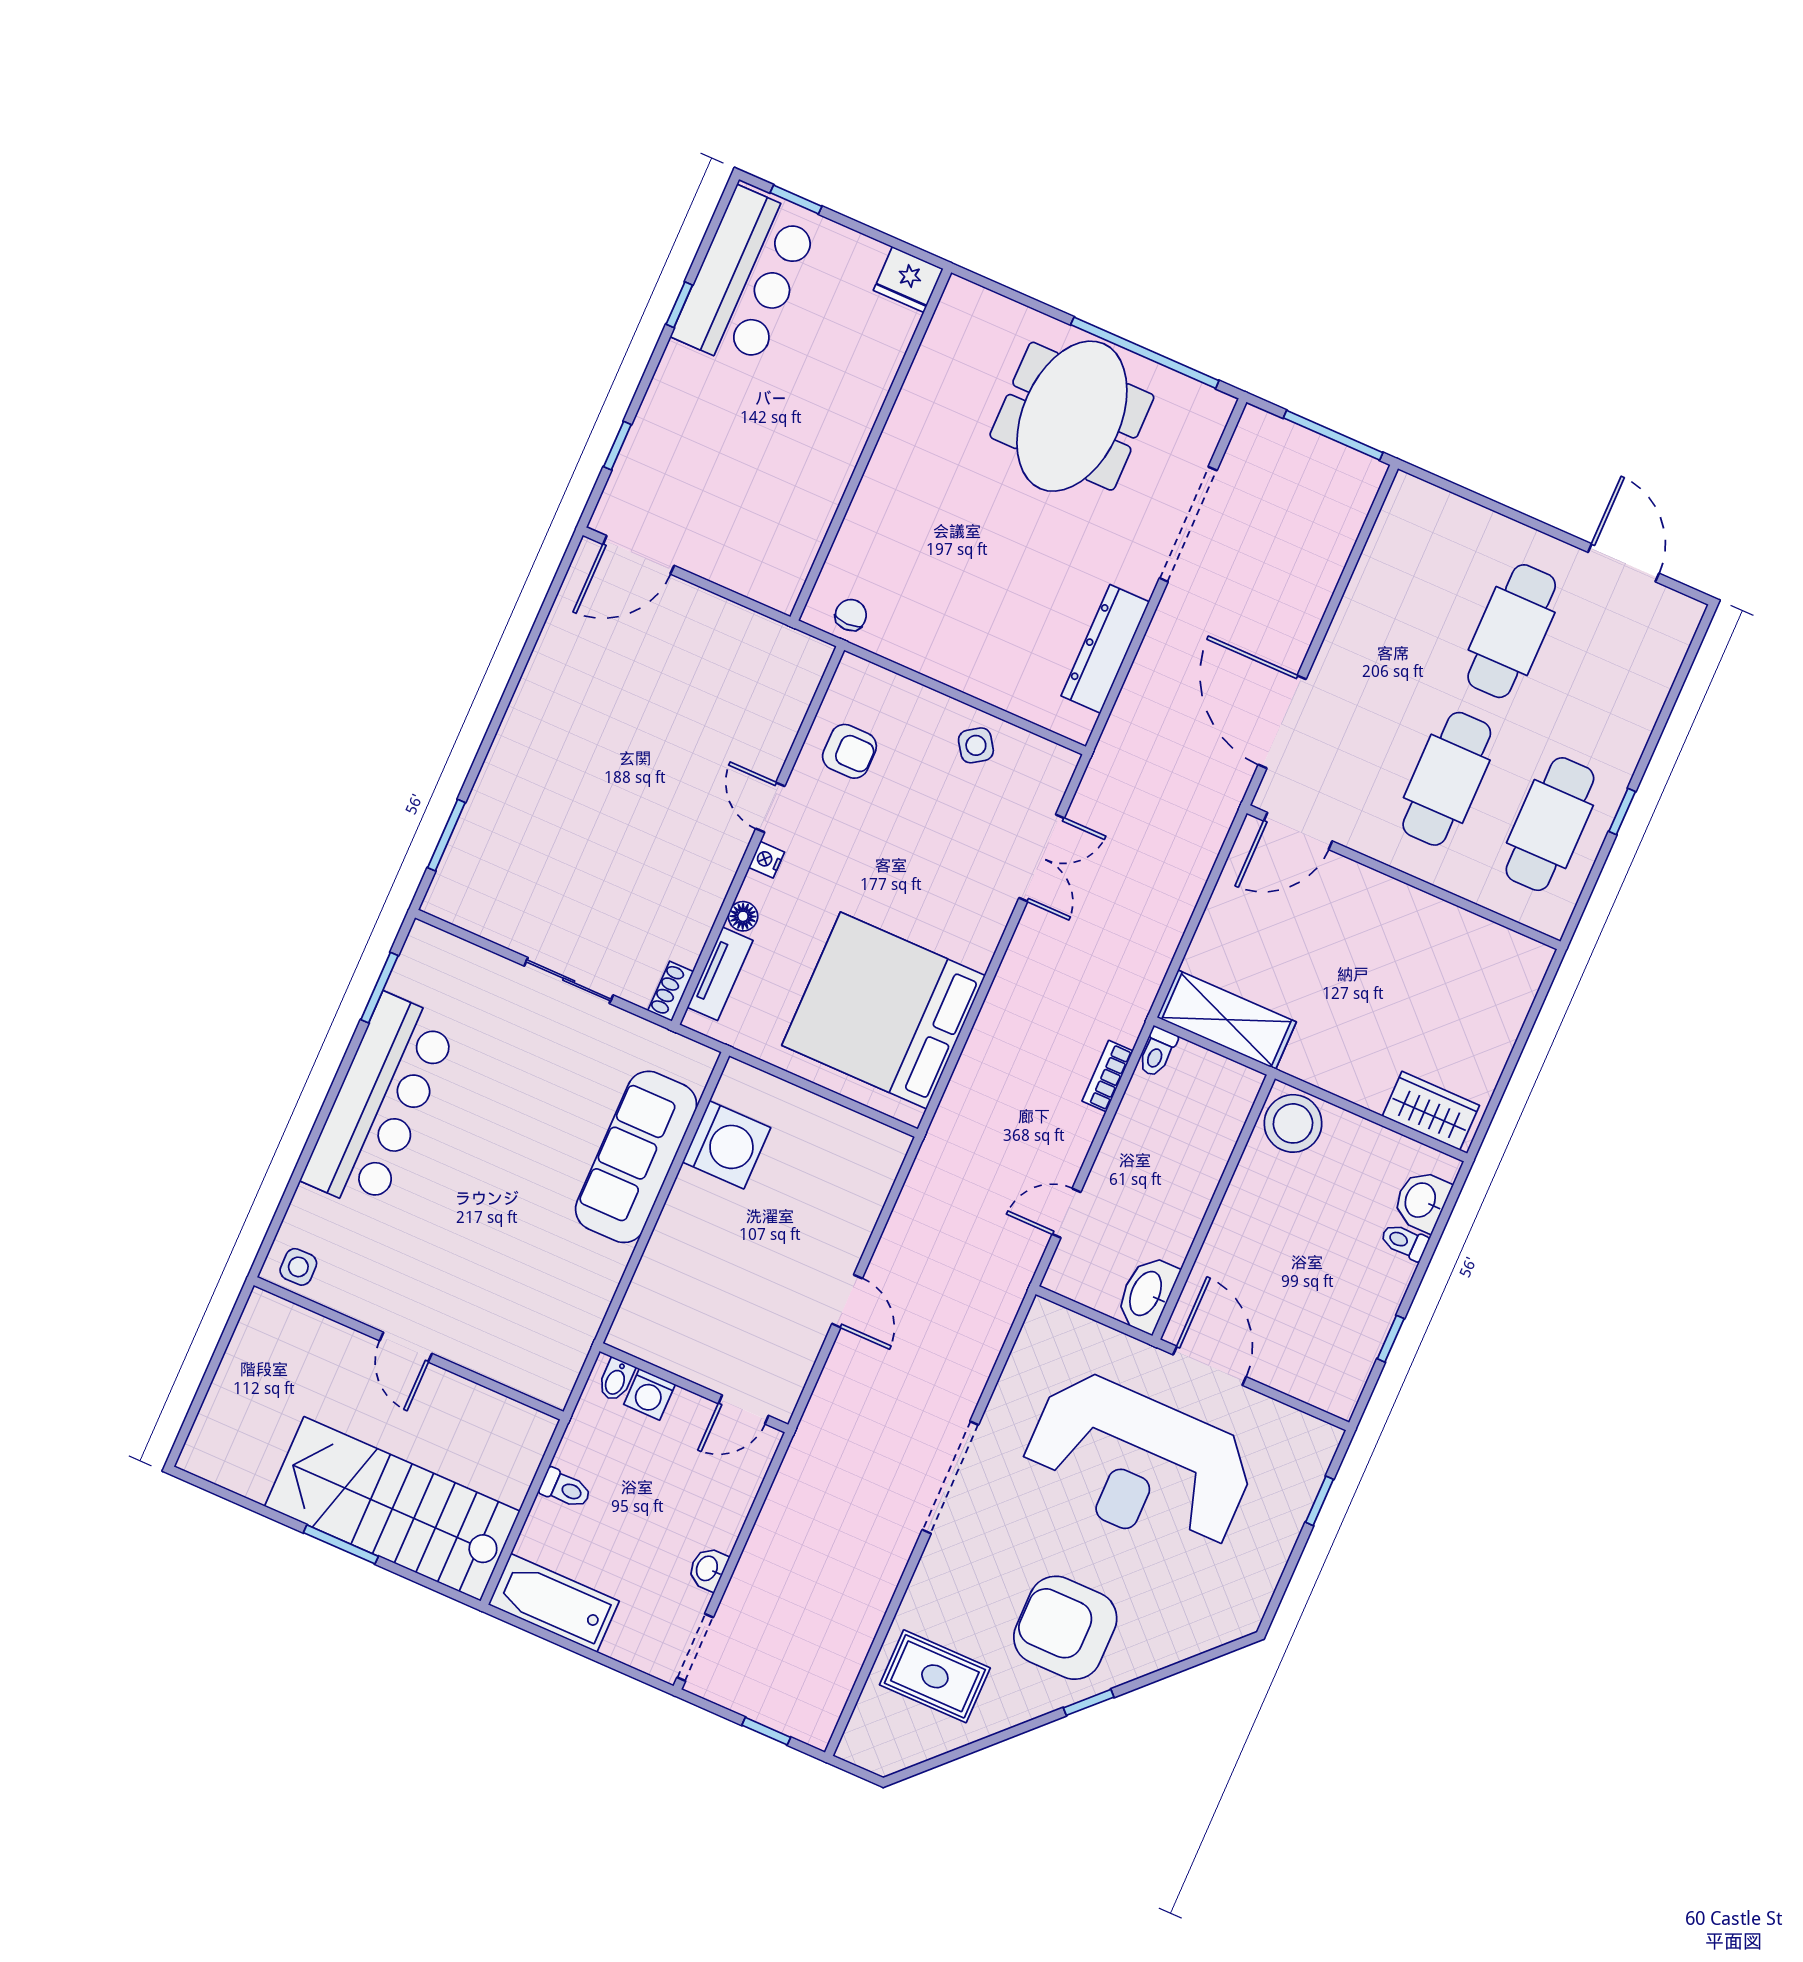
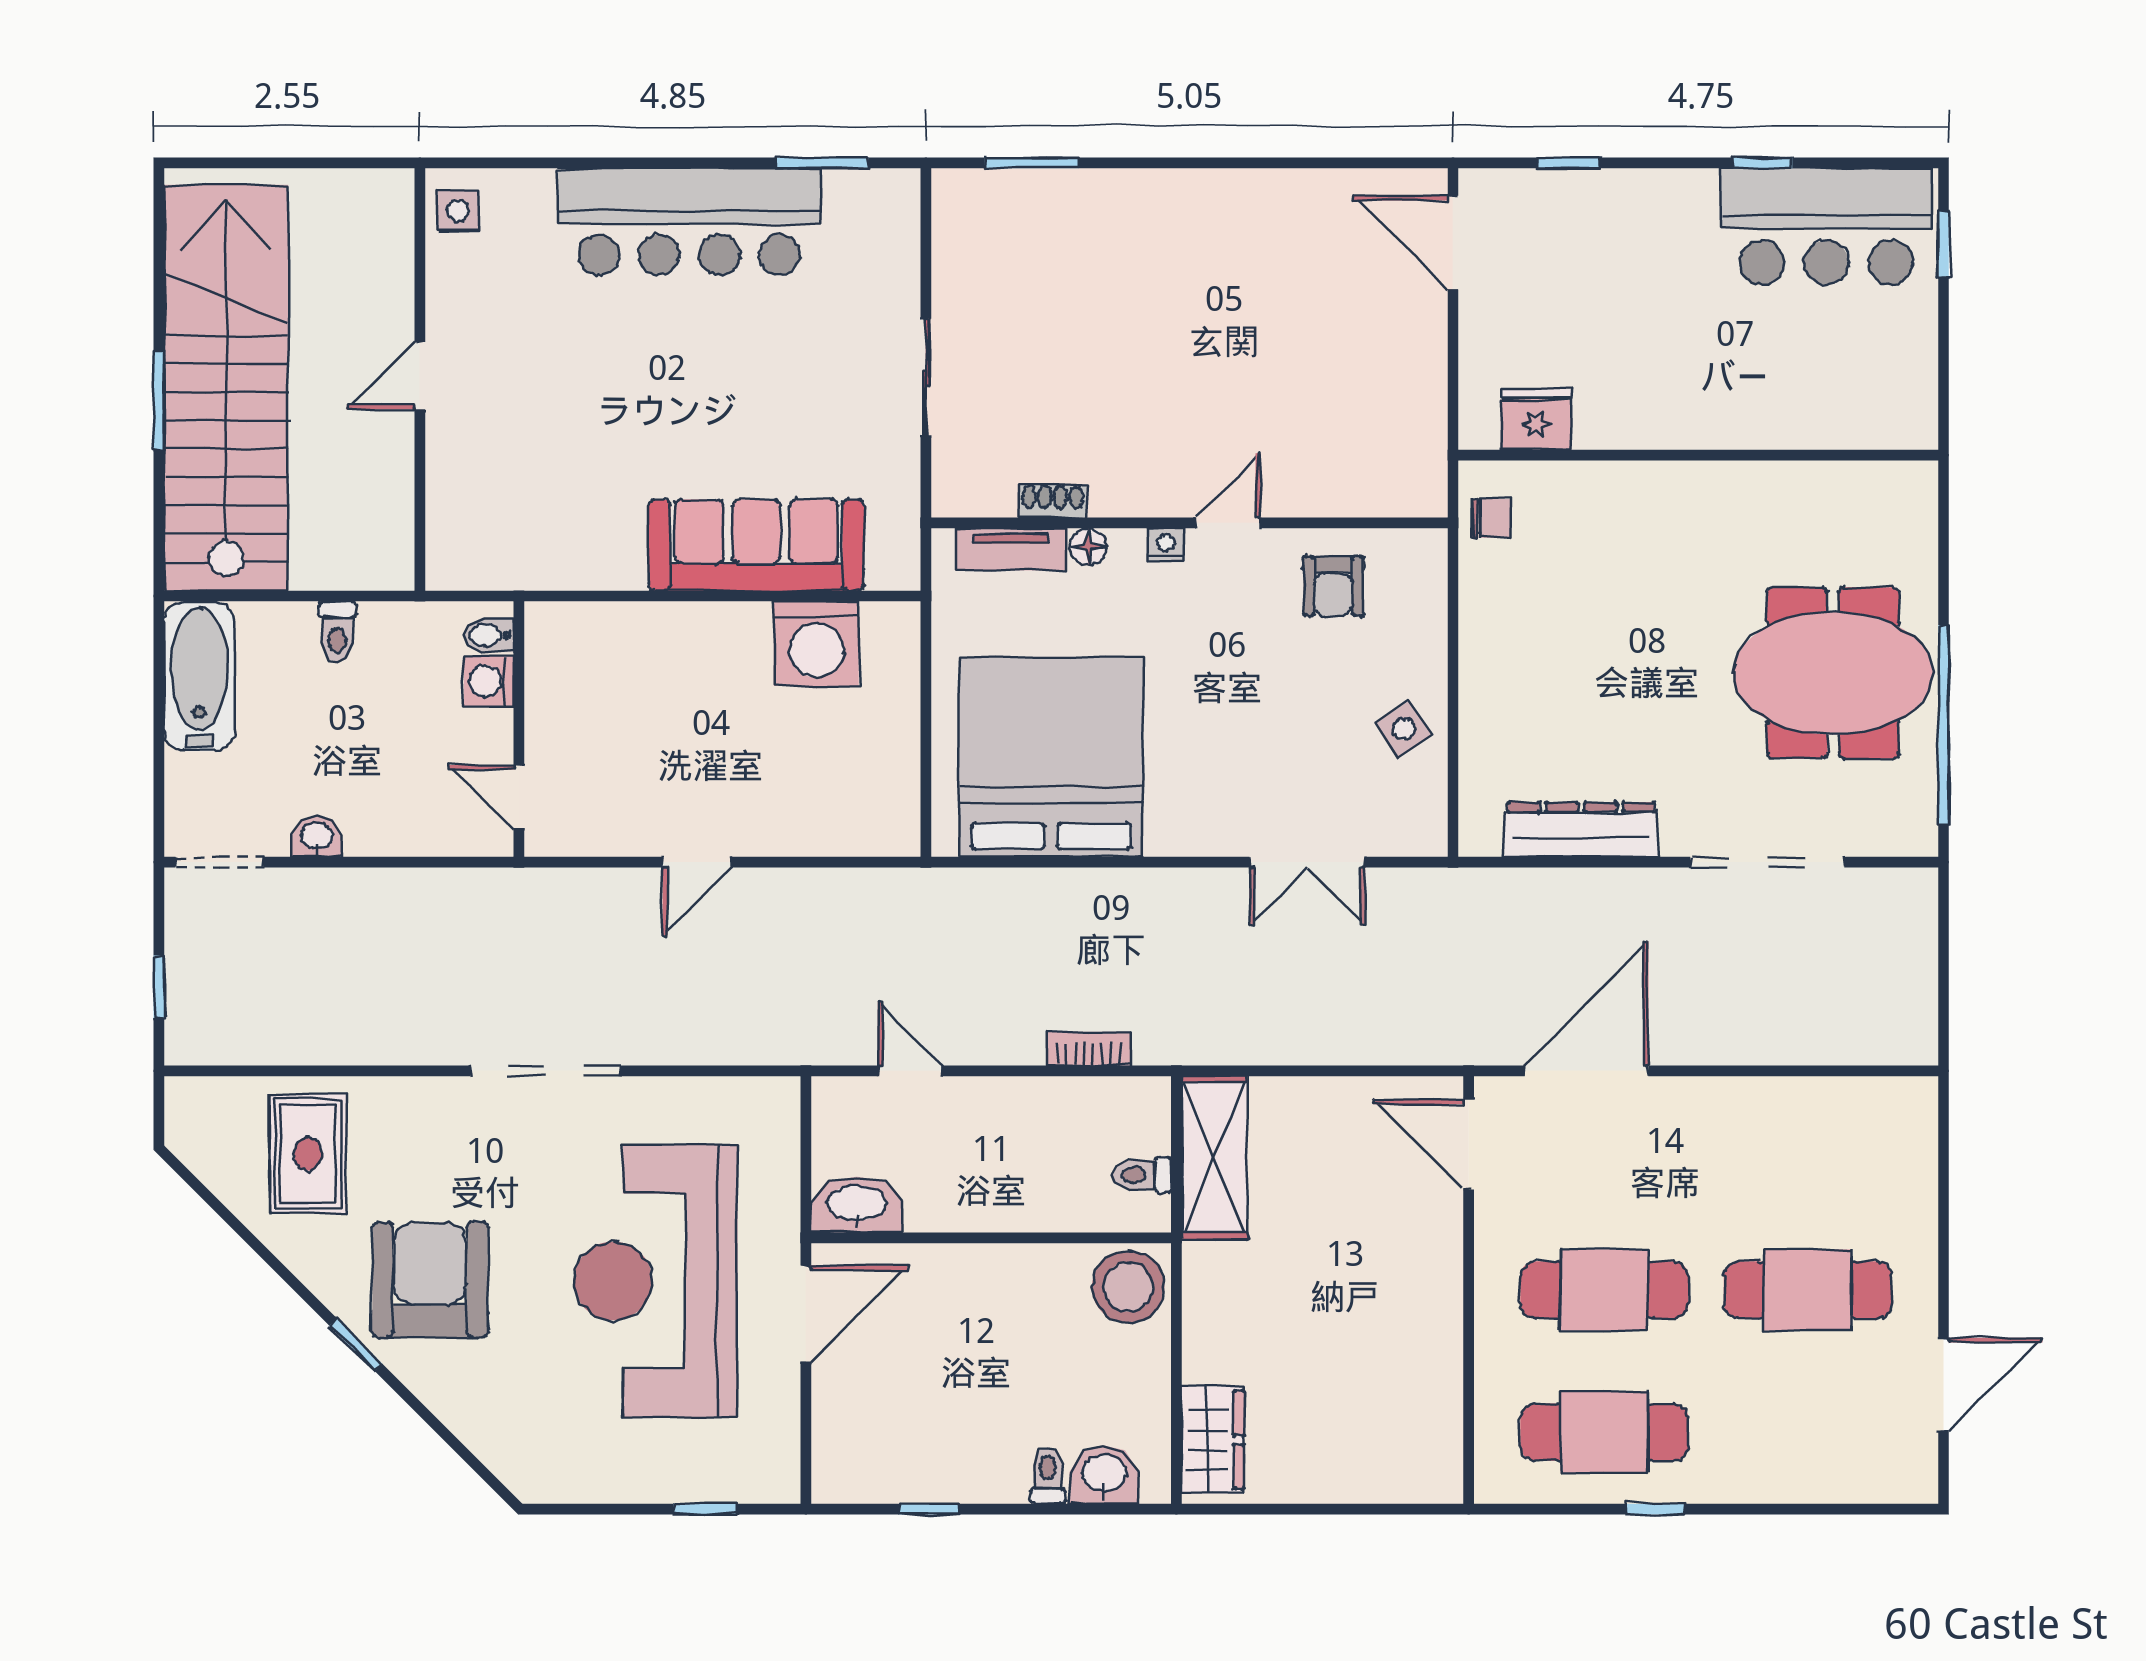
fridge: (908, 280) -> (1536, 420), moved, turned 90
window: (1333, 435) -> (1943, 984), removed
shoe rack: (671, 991) -> (1052, 501), moved
toilet: (1157, 1052) -> (1142, 1175), moved
stairs: (392, 1509) -> (226, 388), width x1.36

